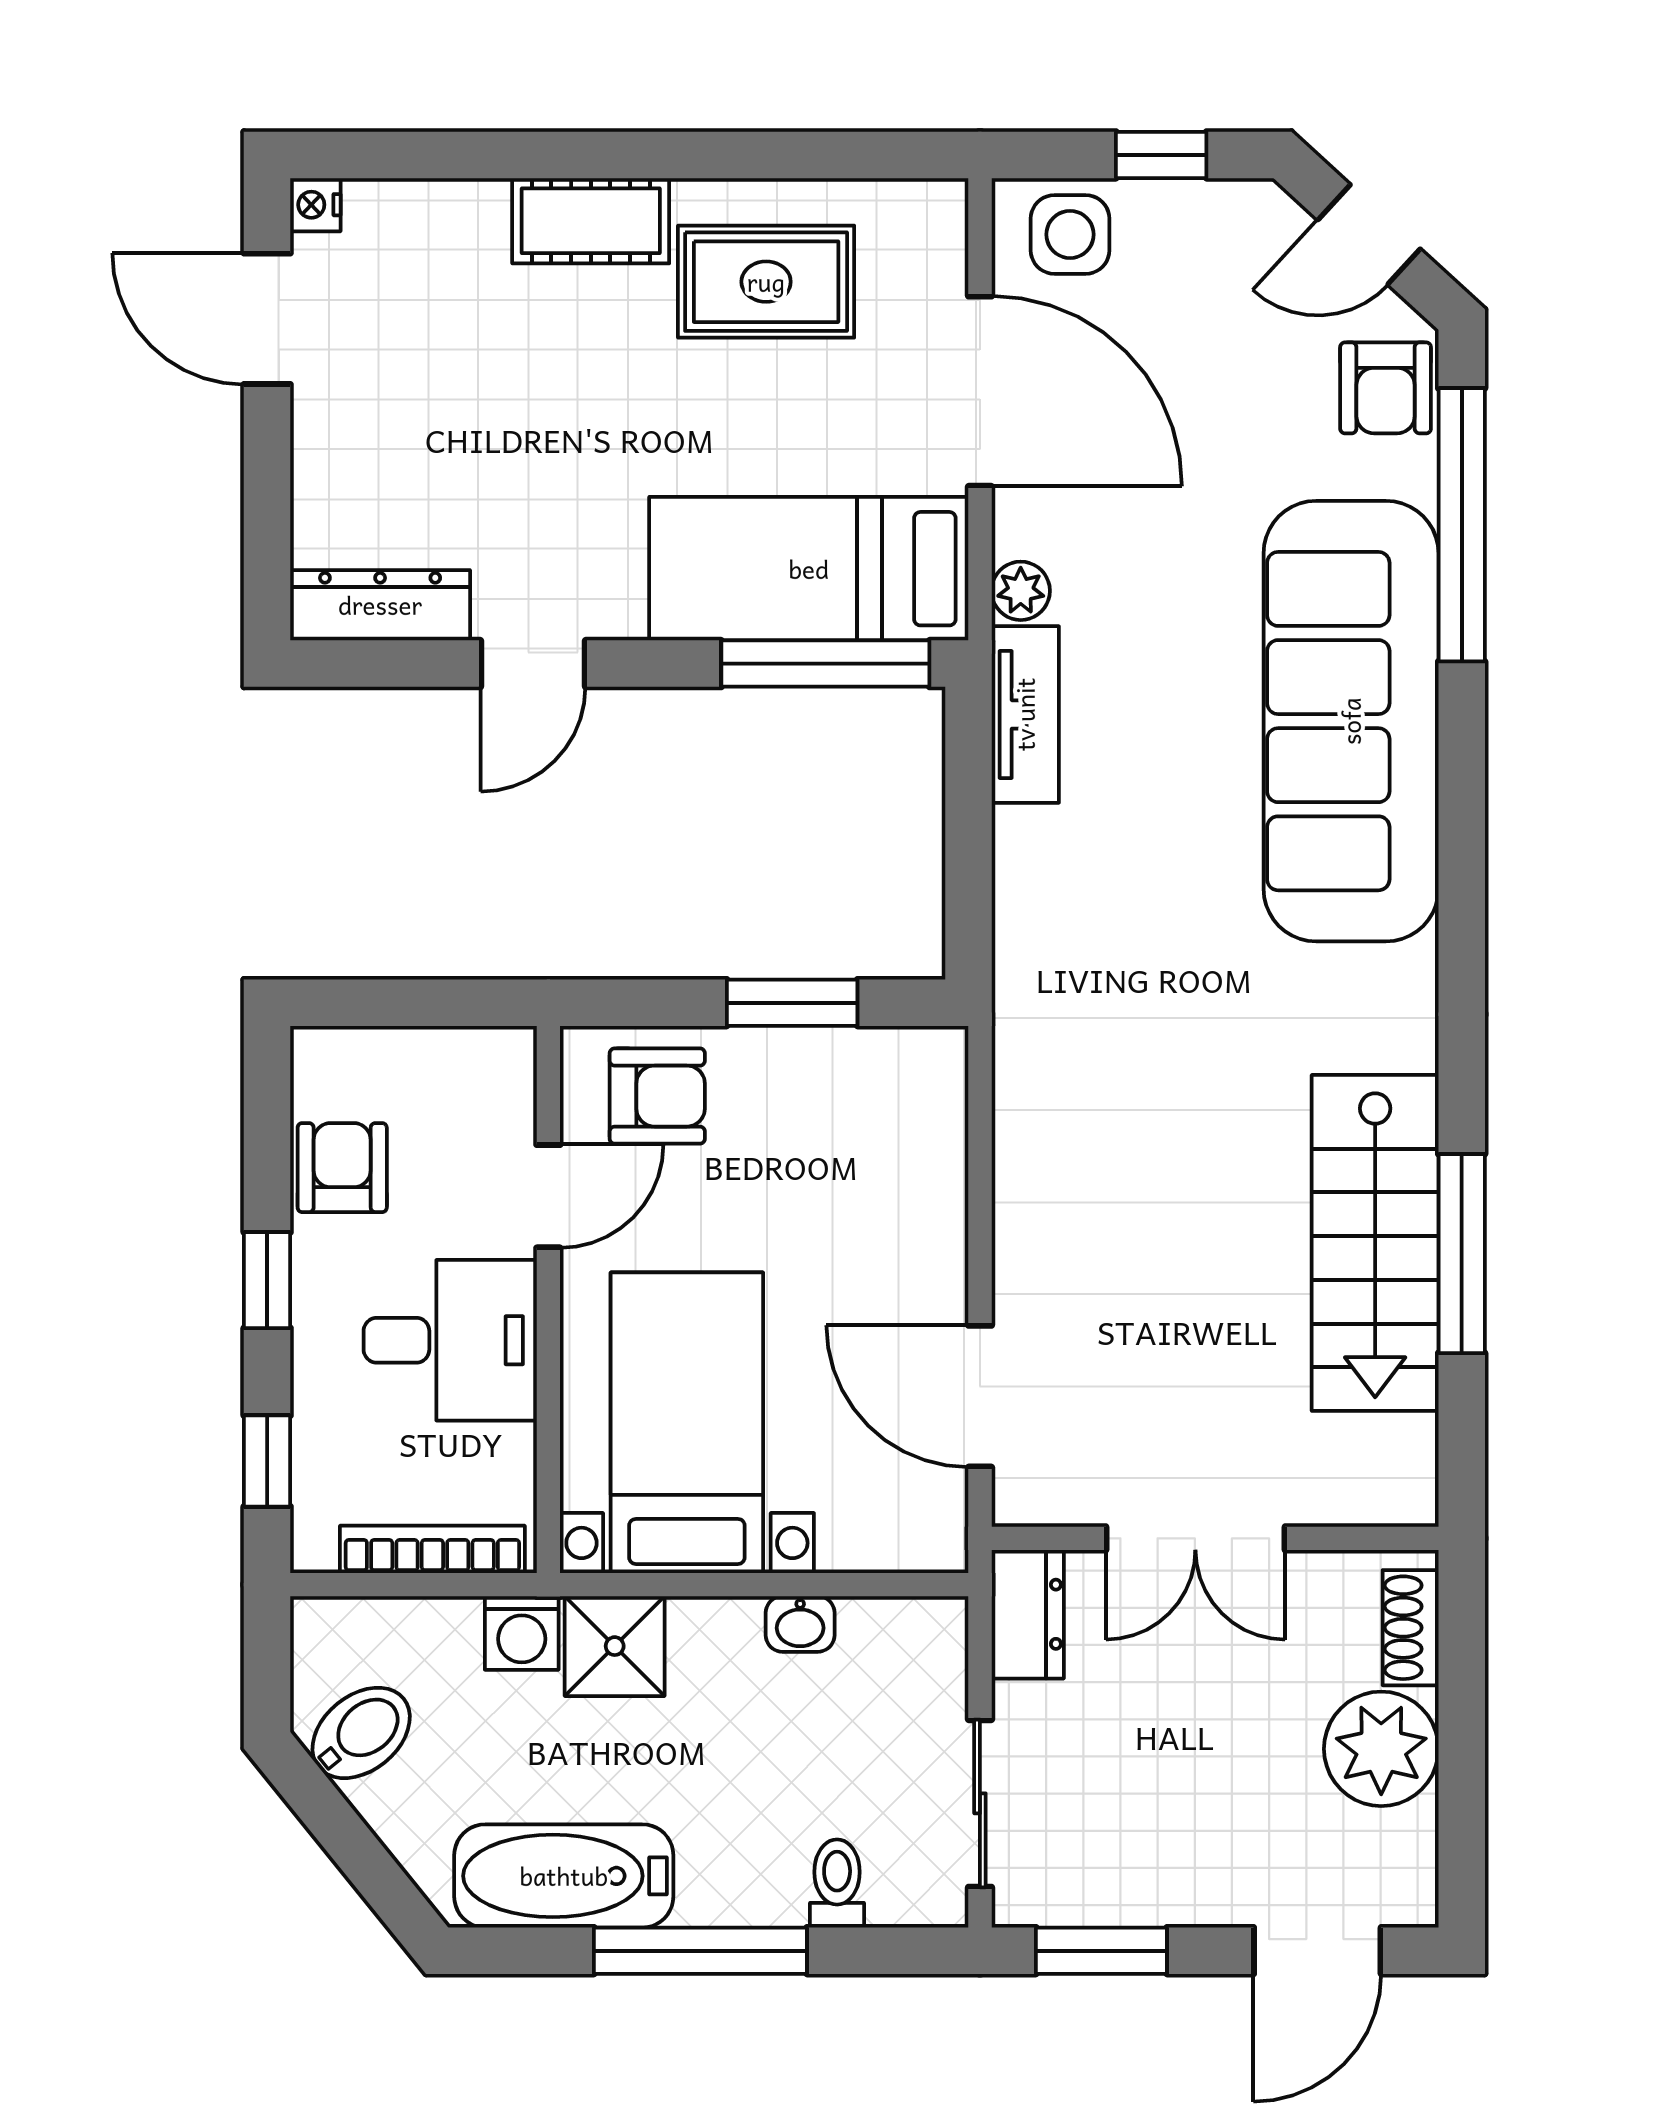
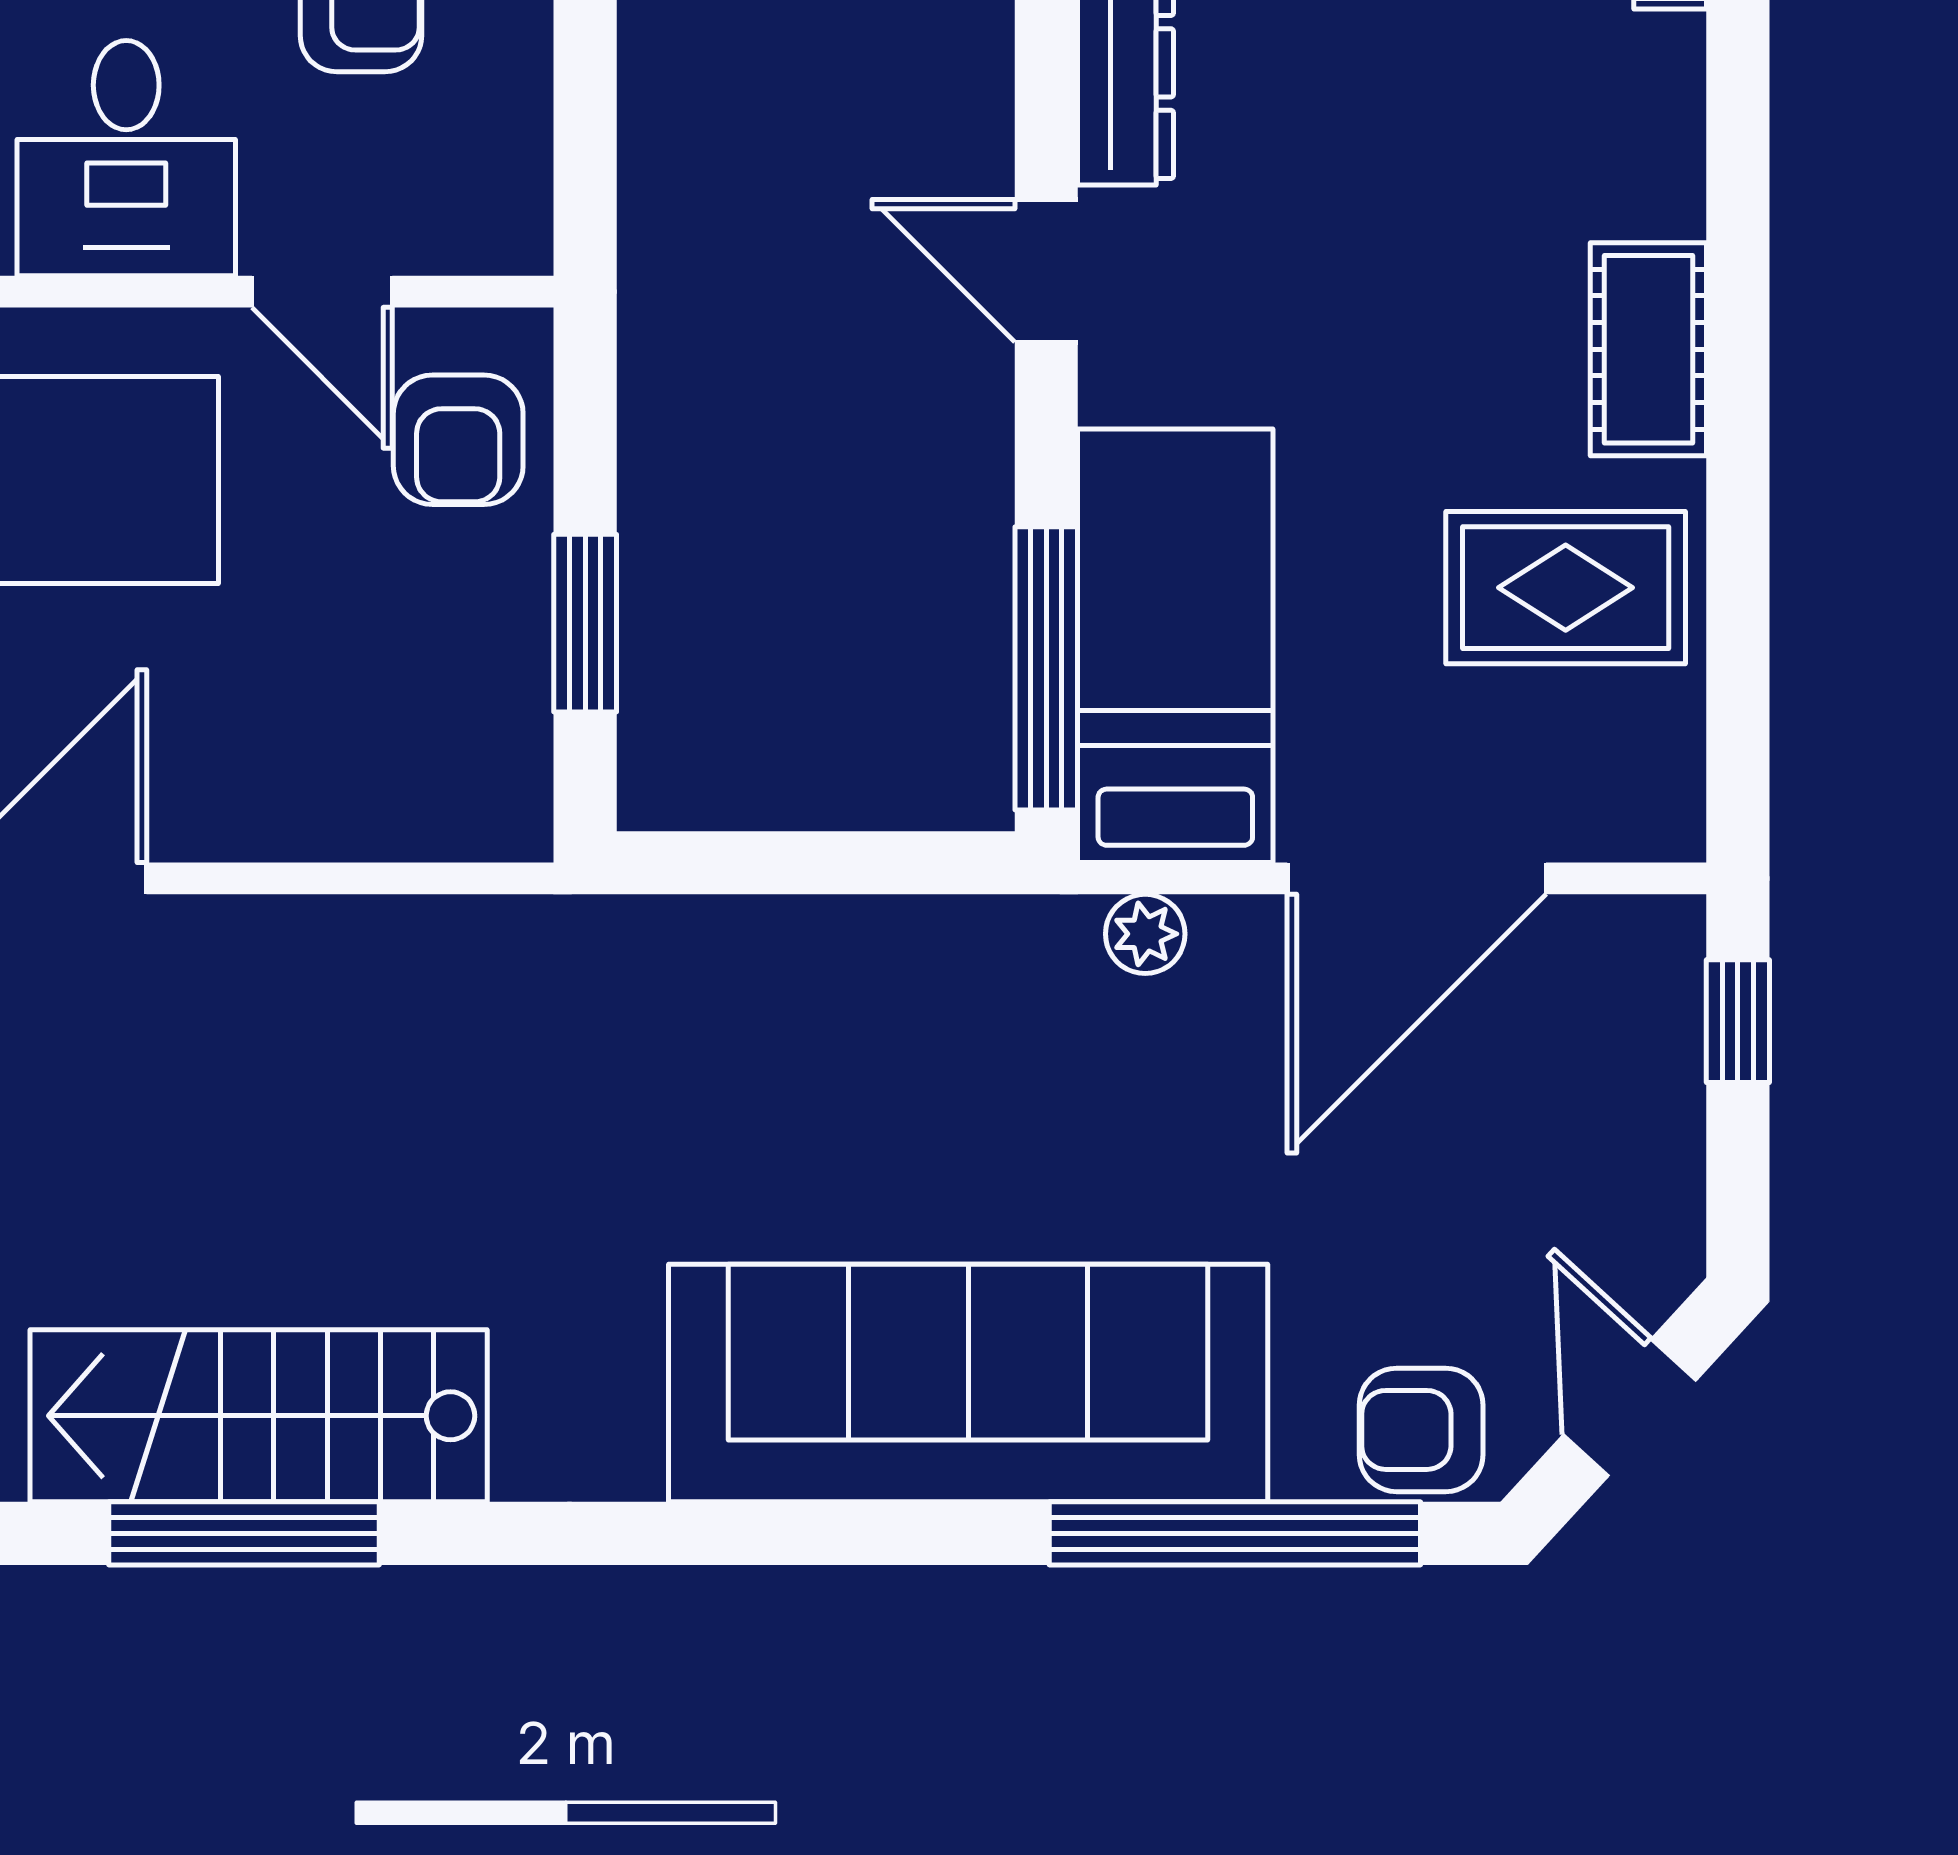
window: (1161, 155) -> (1738, 1021), moved
side table: (1070, 234) -> (1630, 1001), removed
rug: (766, 282) -> (1566, 588), turned 90
tv unit: (1025, 714) -> (977, 940), removed

